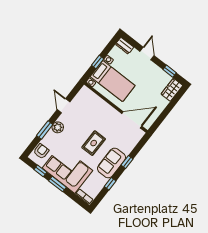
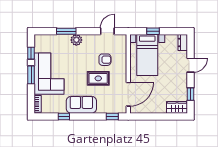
door: (64, 106) -> (107, 31), moved
door: (132, 120) -> (128, 94), hinge flipped
rug: (94, 143) -> (98, 78), moved
armchair: (41, 151) -> (105, 60), moved
window: (127, 162) -> (112, 117), moved

